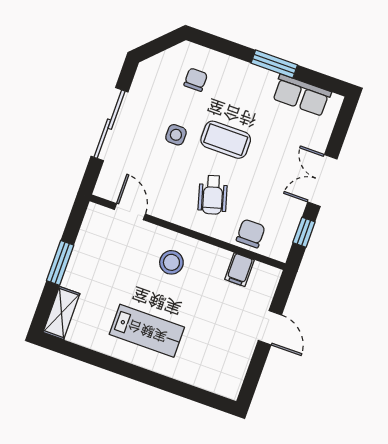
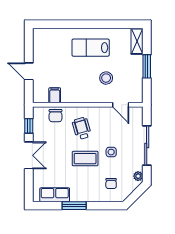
plant: (144, 76) -> (138, 176), added
stool: (171, 262) -> (106, 78), moved

